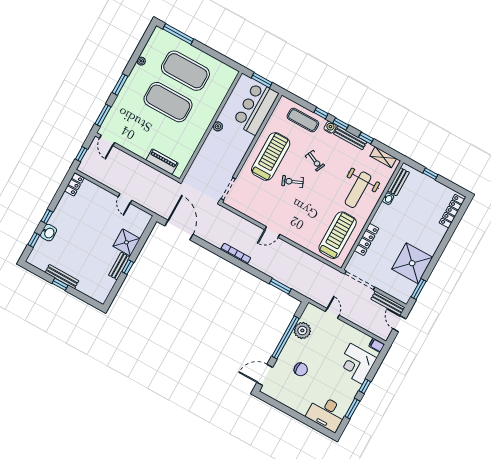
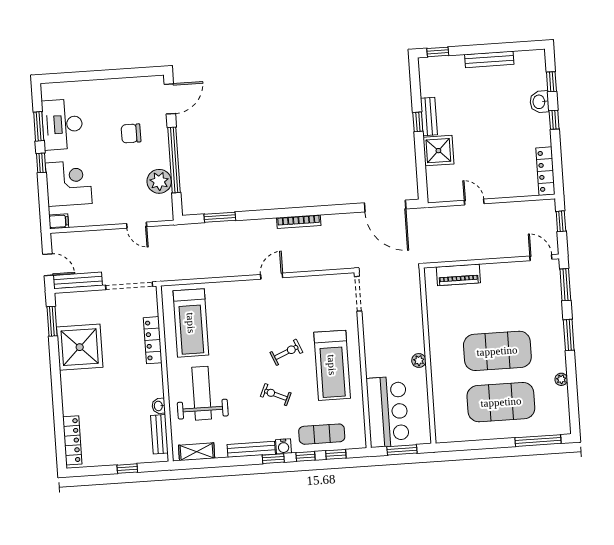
window: (366, 138) -> (336, 454), moved
locker: (74, 184) -> (545, 171), width x1.53
window: (60, 284) -> (438, 52), moved
desk: (327, 413) -> (62, 124), moved, turned -90

